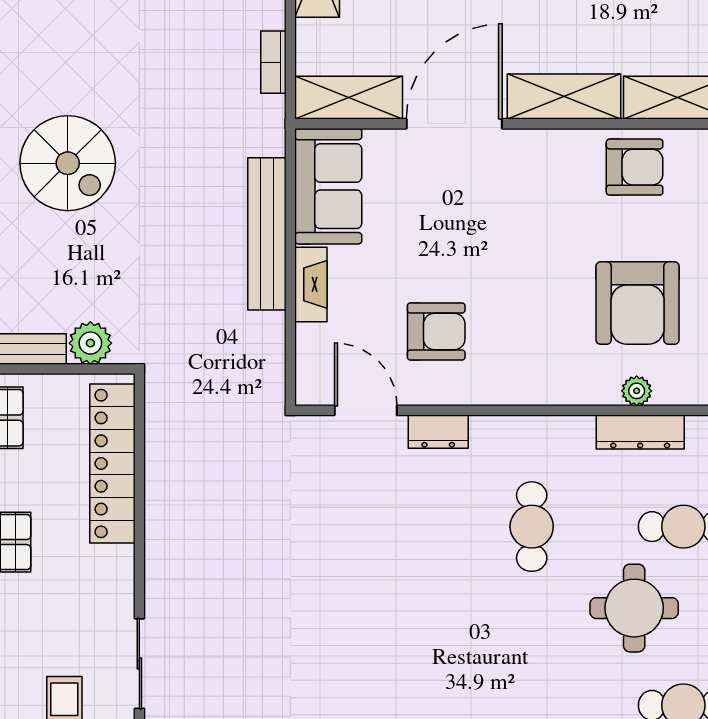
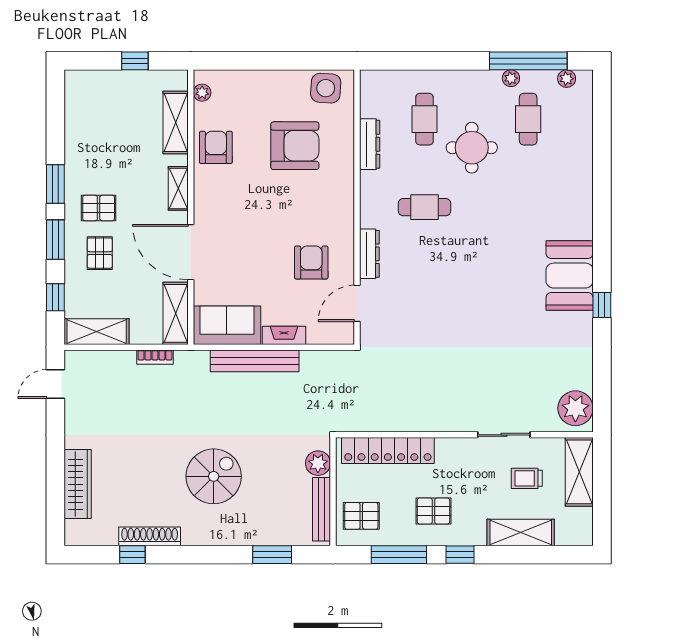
shelving: (564, 97) -> (178, 188), width x0.67, depth x0.75
plant: (637, 391) -> (346, 146), removed
dresser: (438, 432) -> (369, 254), width x1.44

